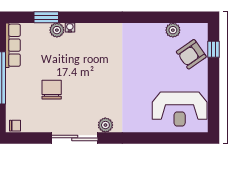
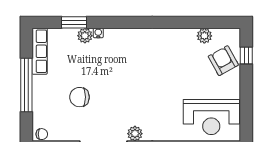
armchair: (191, 54) -> (223, 61), turned 96
chair: (52, 90) -> (79, 97), turned -90

